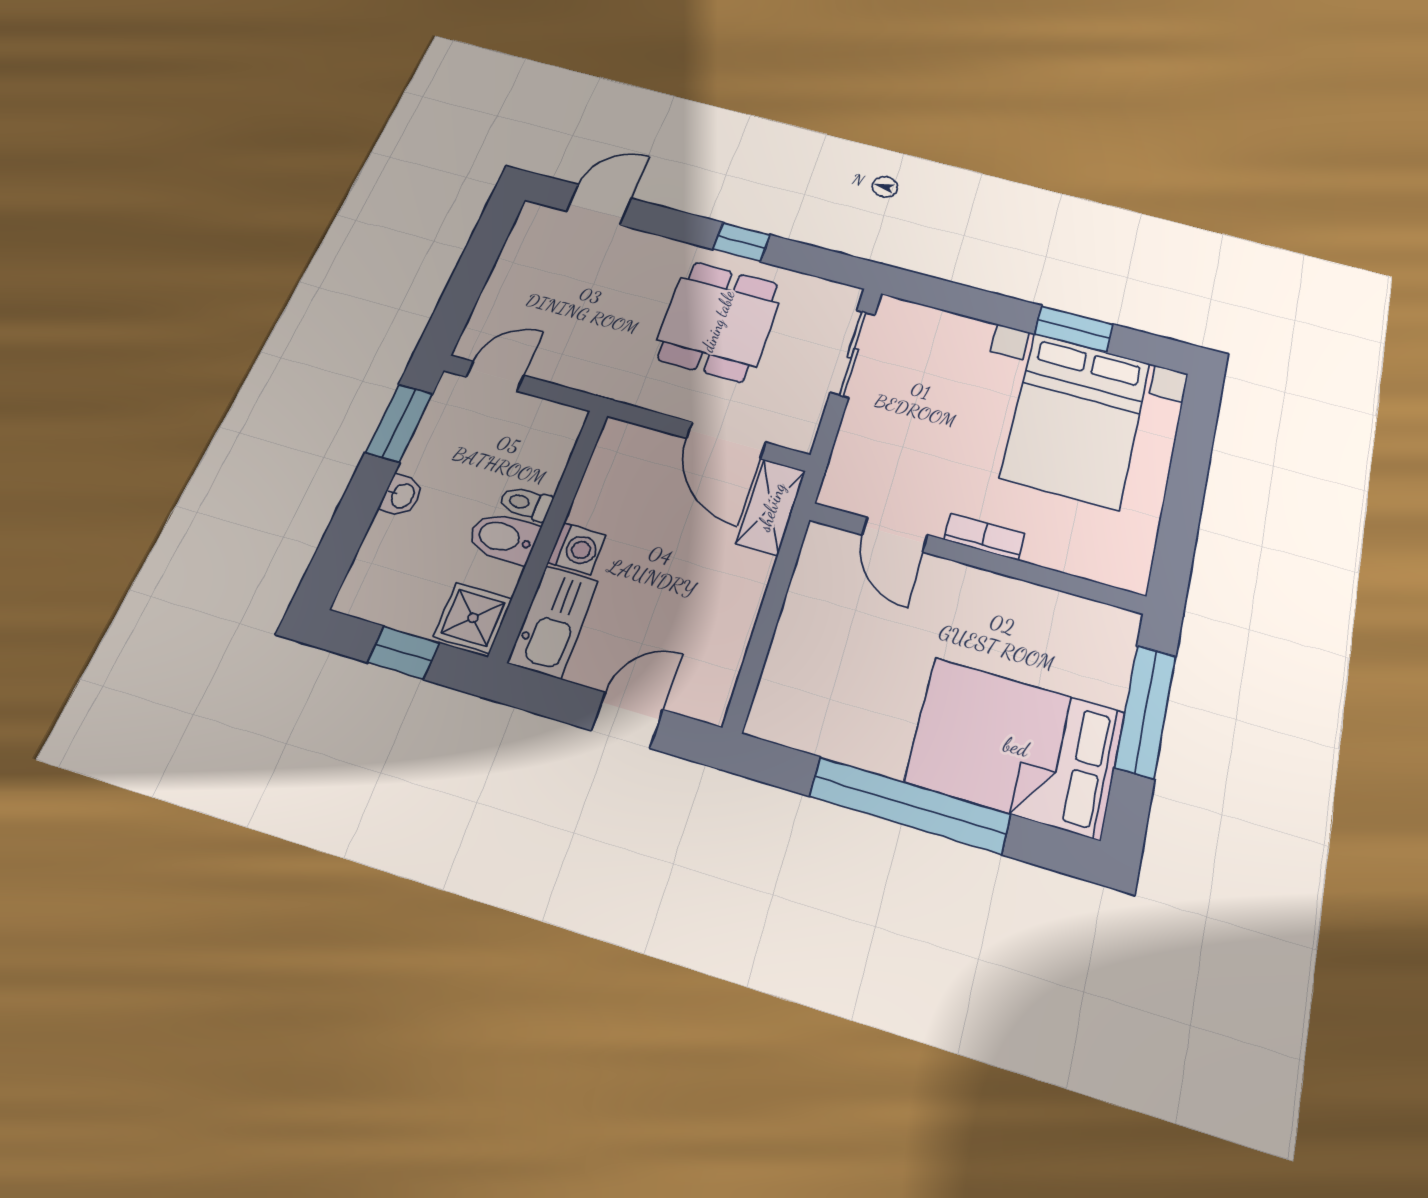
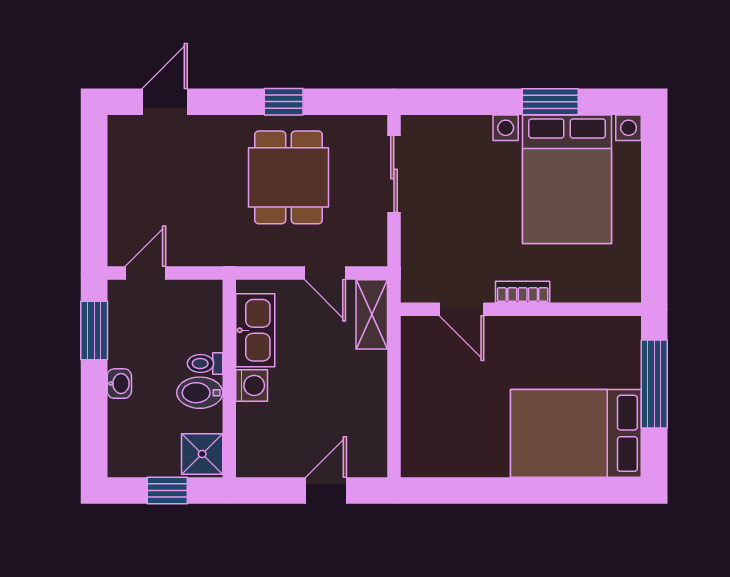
door: (726, 440) -> (325, 273), width x0.73
kitchen sink: (553, 622) -> (255, 330), moved
window: (910, 805) -> (518, 491), removed

